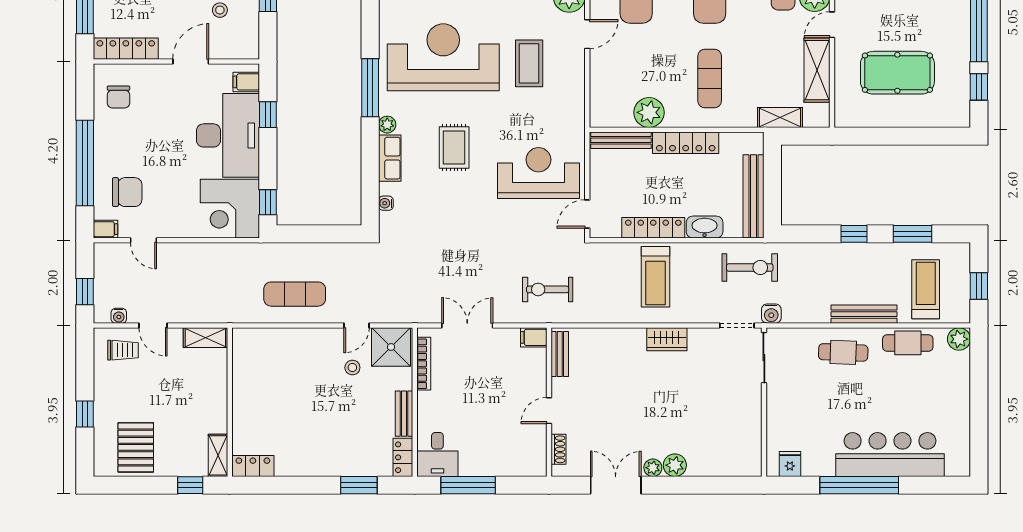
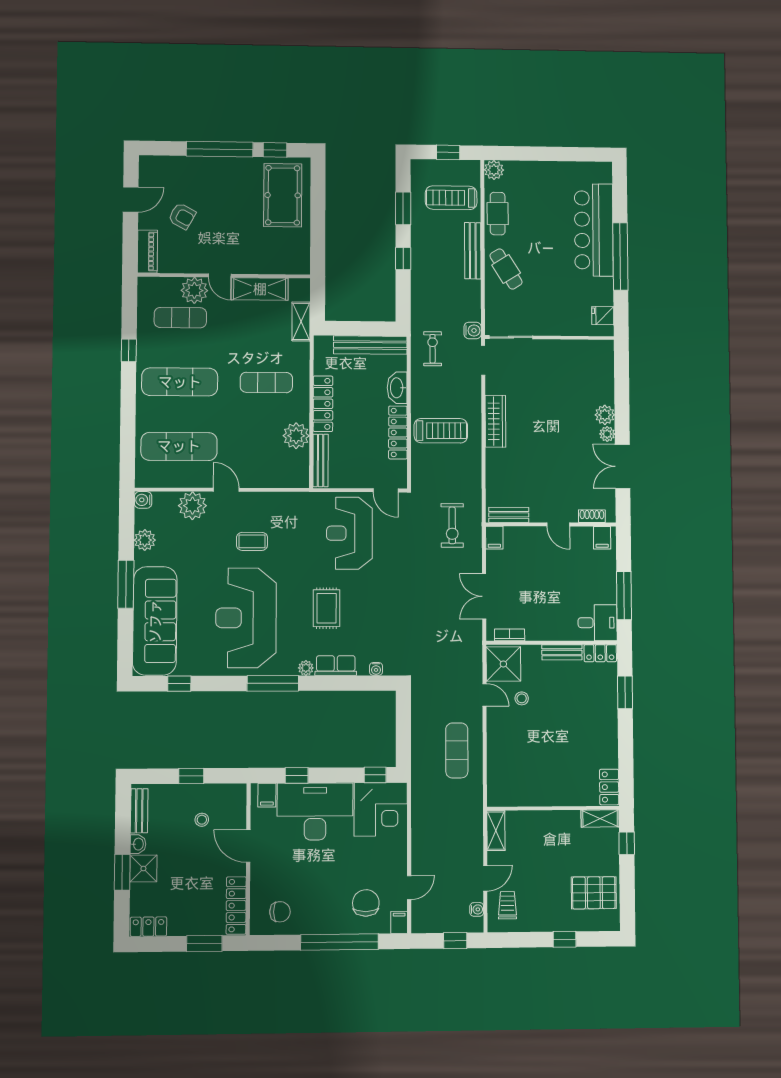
coffee table: (529, 63) -> (252, 541), width x0.73, depth x0.77
pool table: (897, 73) -> (283, 195), moved
rug: (454, 148) -> (327, 608), turned 90
exercise bike: (750, 268) -> (433, 349), width x0.73, depth x0.72
wardrobe: (667, 339) -> (495, 421), width x1.50
cafe table: (843, 352) -> (506, 269), turned -34
bookcase: (424, 364) -> (510, 635), width x0.64
filing cabinet: (534, 461) -> (602, 538), added

